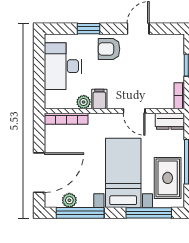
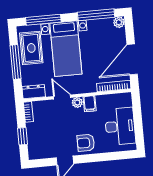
window: (89, 29) -> (103, 157), removed
armchair: (109, 49) -> (86, 143), turned 180
plant: (84, 102) -> (77, 102), moved
door: (39, 173) -> (132, 59), moved
plant: (69, 200) -> (119, 22), moved

